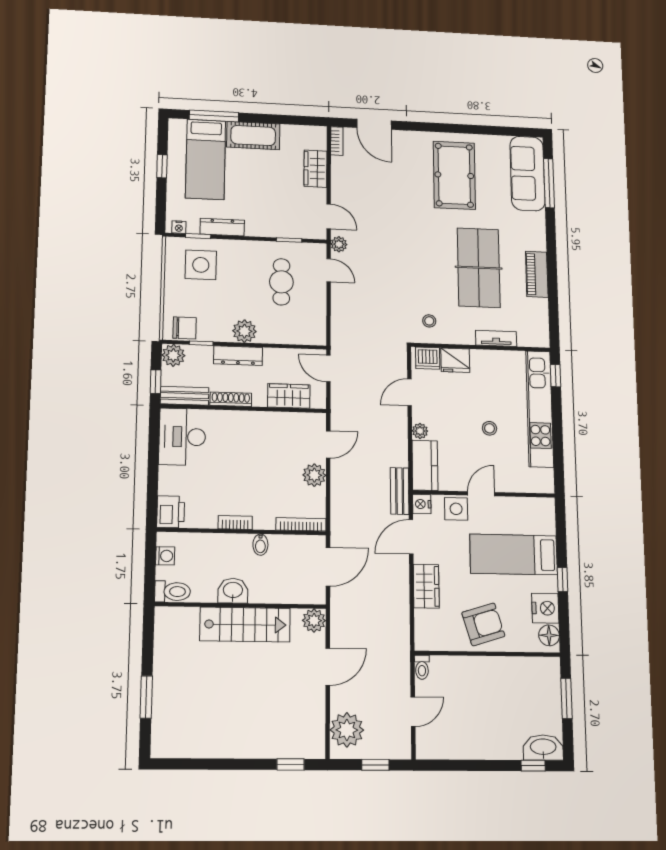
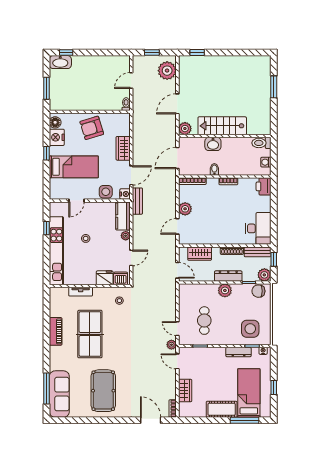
window: (556, 376) -> (46, 228), moved
door: (481, 494) -> (76, 201), moved
washbasin: (233, 591) -> (213, 144), moved

